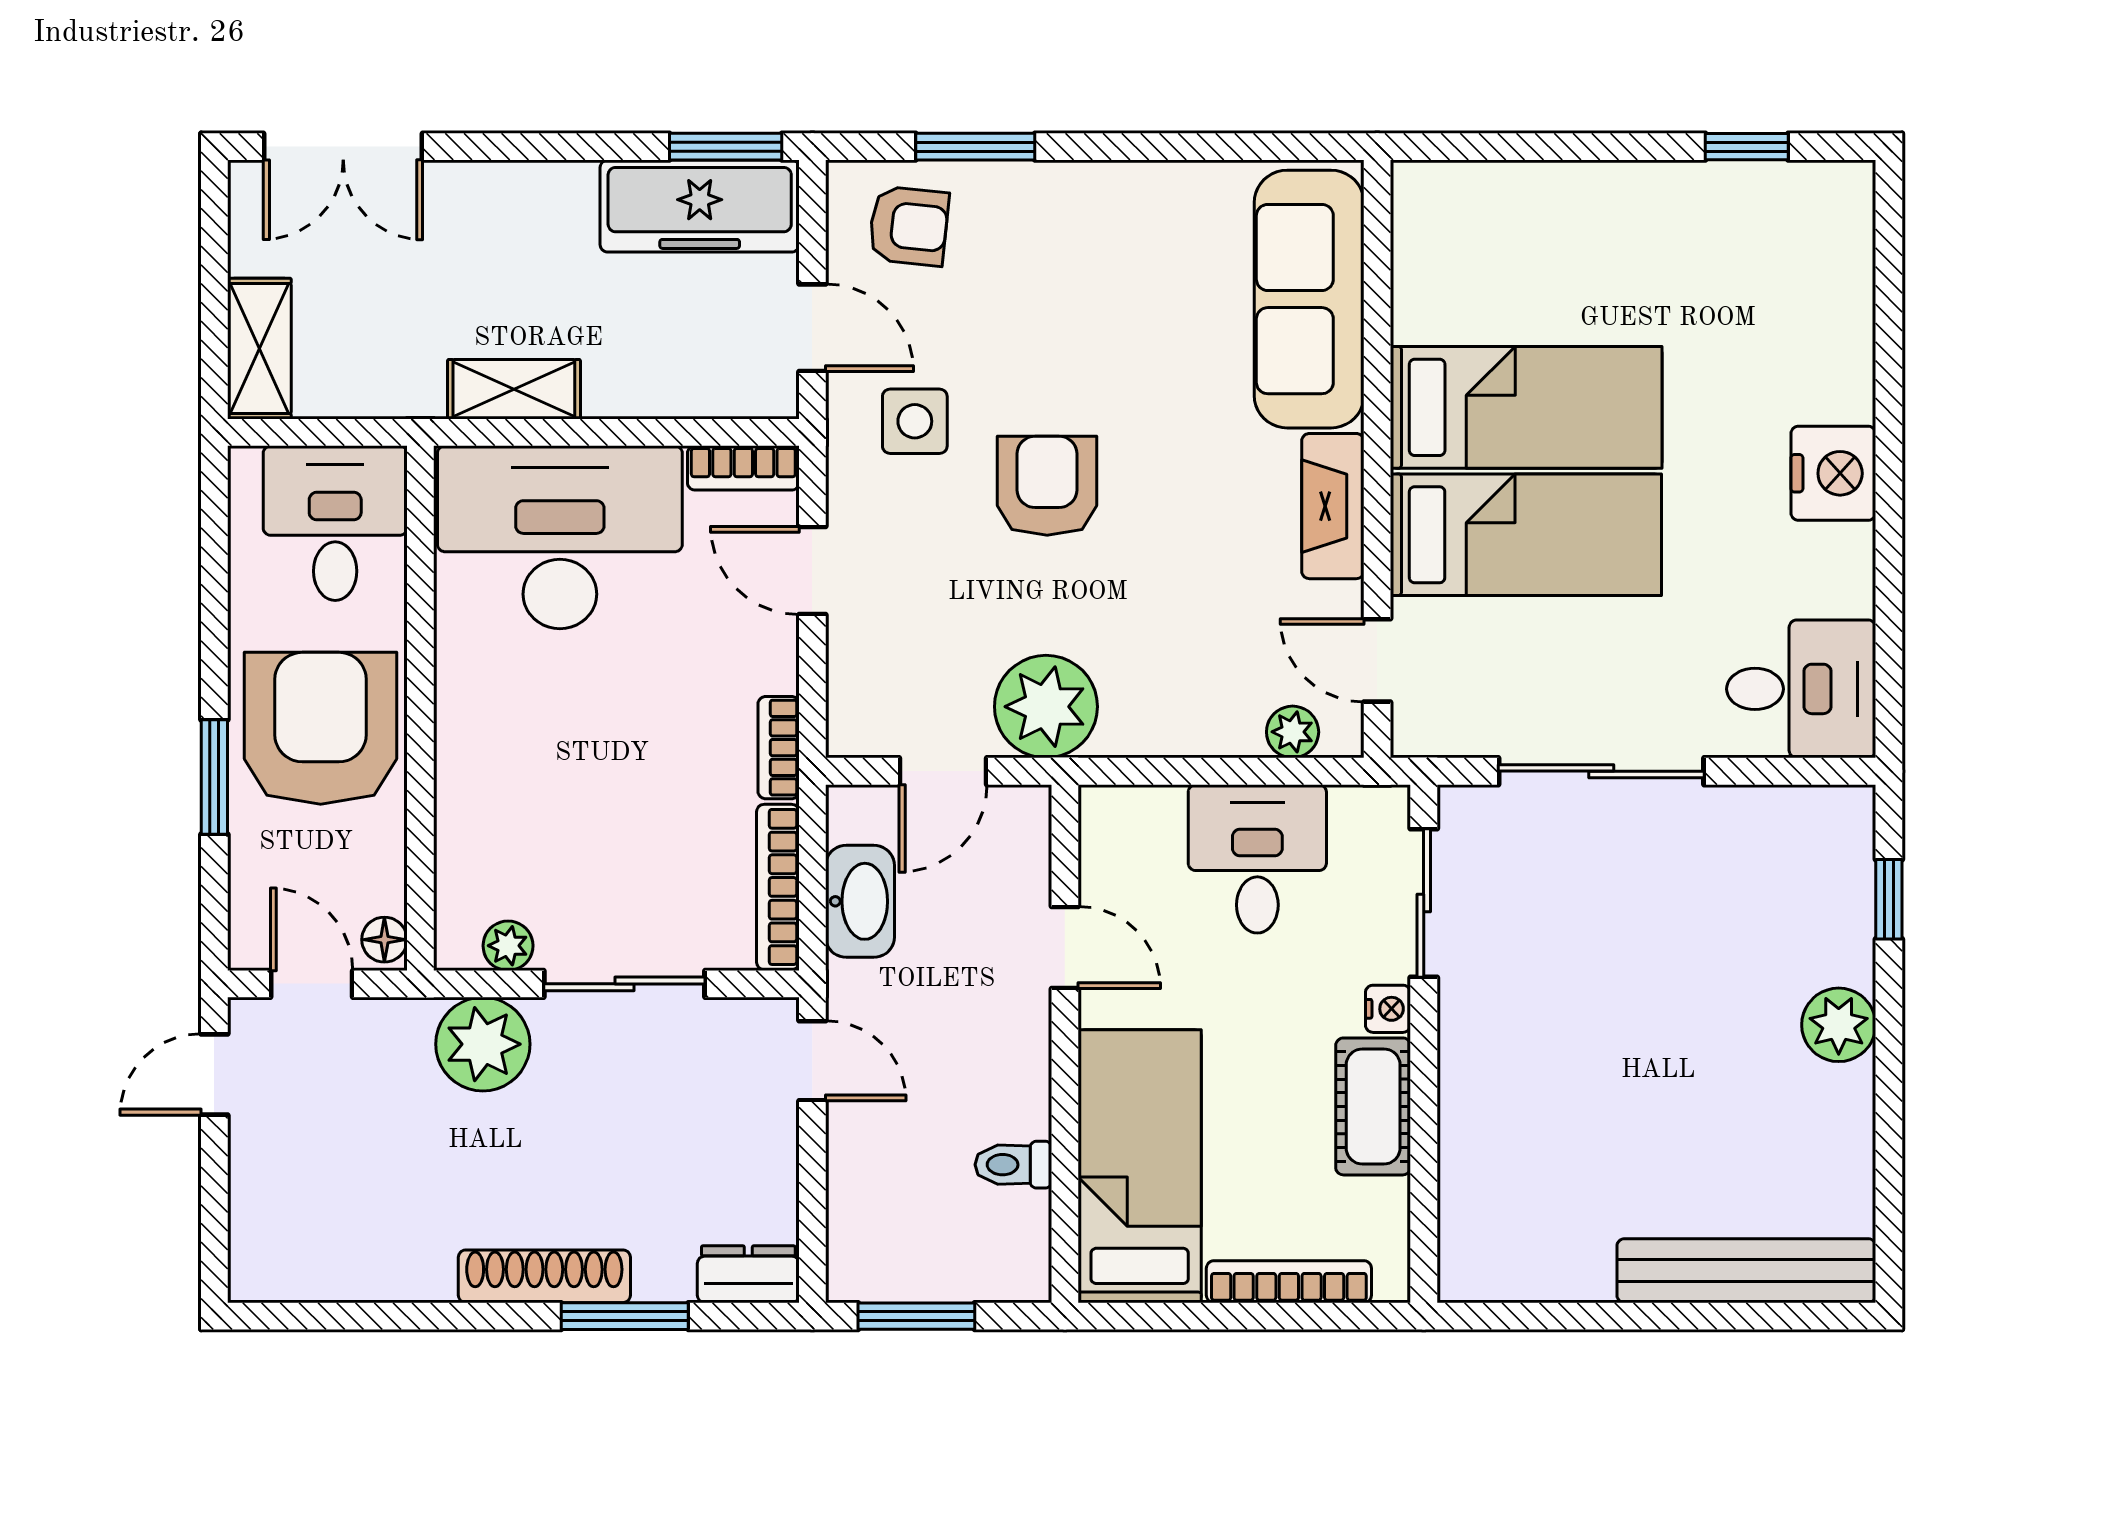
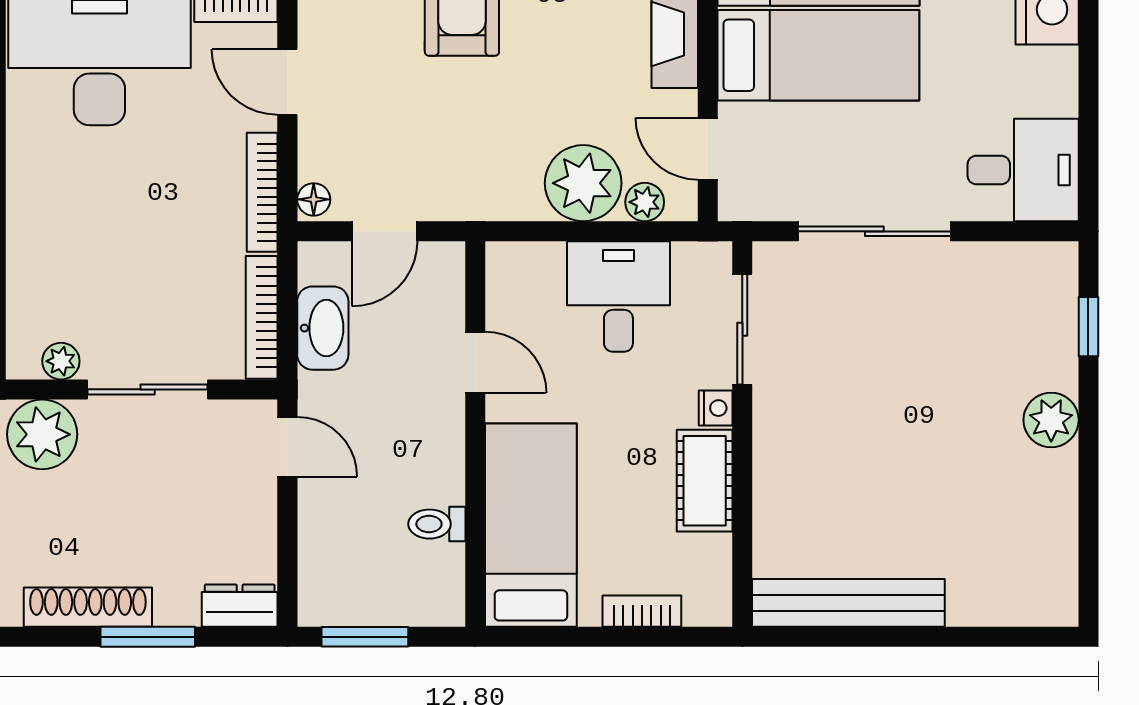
plant: (1046, 707) -> (583, 183), moved
floor lamp: (848, 728) -> (314, 199), added
bookcase: (779, 748) -> (262, 192), width x1.56
bench: (1746, 1271) -> (848, 603), moved
bookcase: (1289, 1282) -> (642, 611), width x0.64

